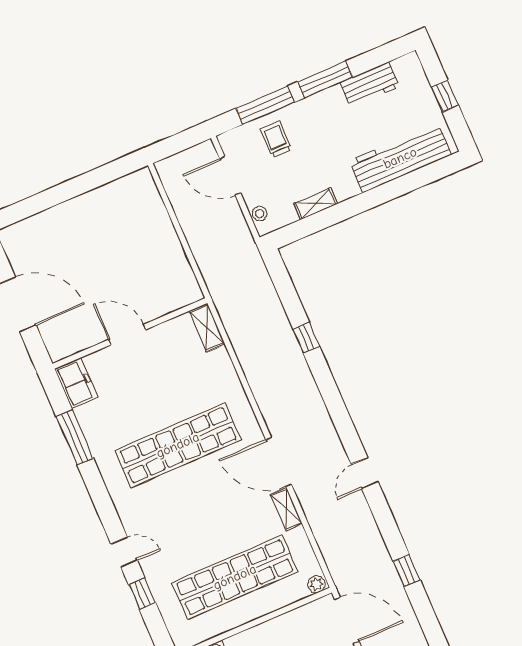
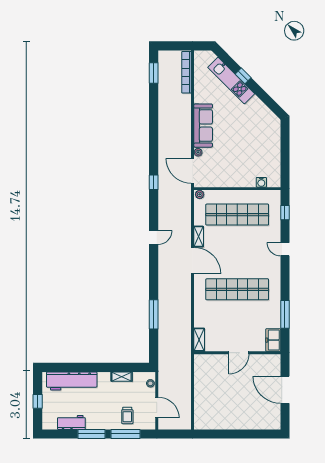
door: (127, 335) -> (239, 353), hinge flipped
window: (306, 338) -> (154, 314), width x2.17
window: (142, 594) -> (285, 213), moved

